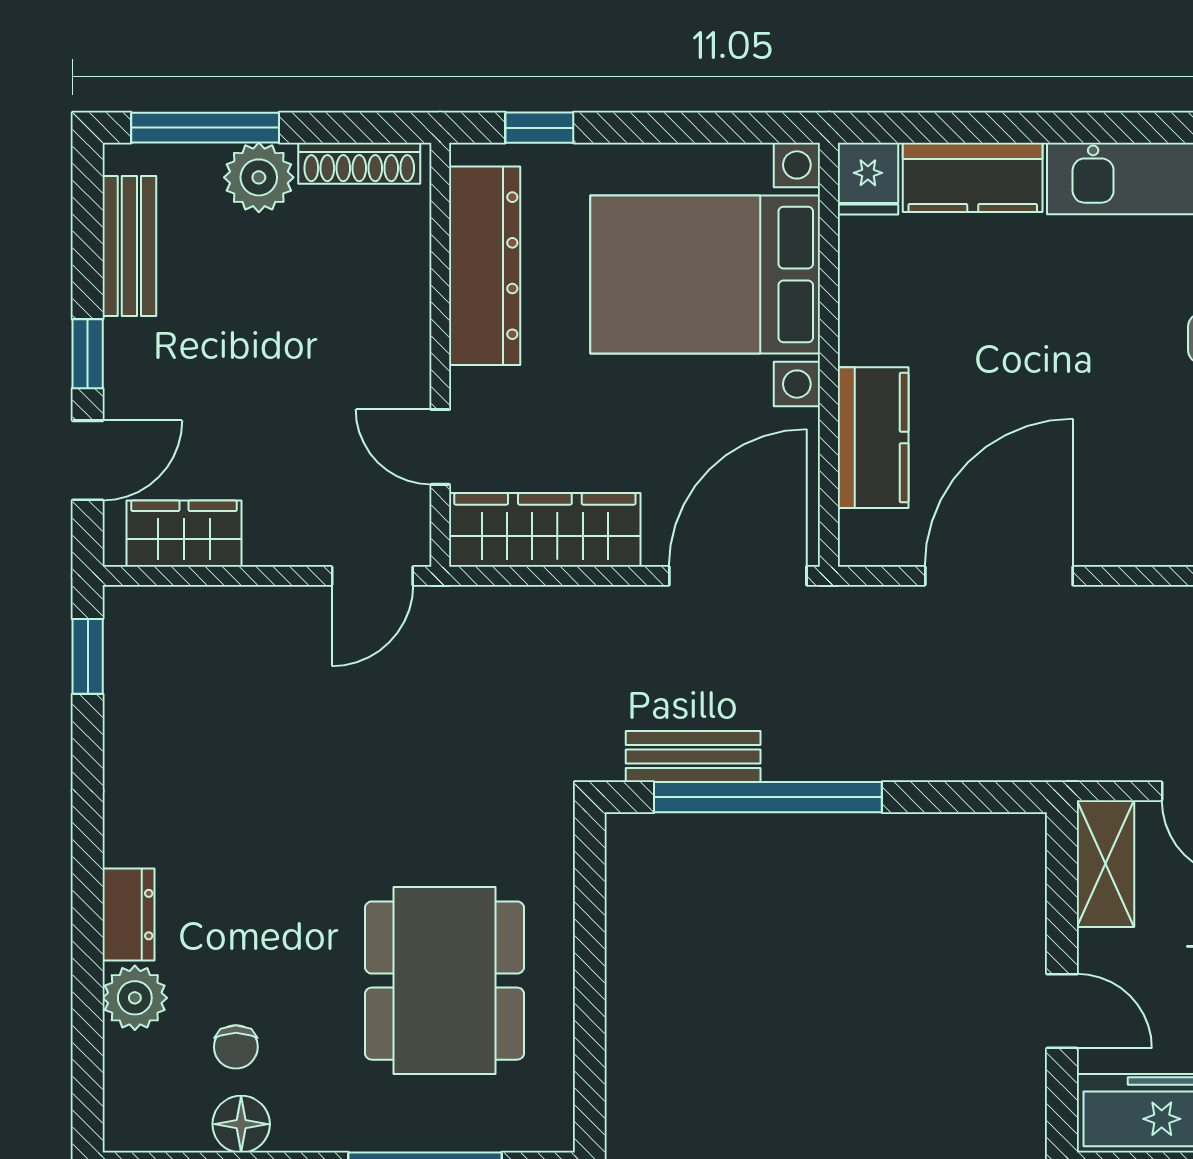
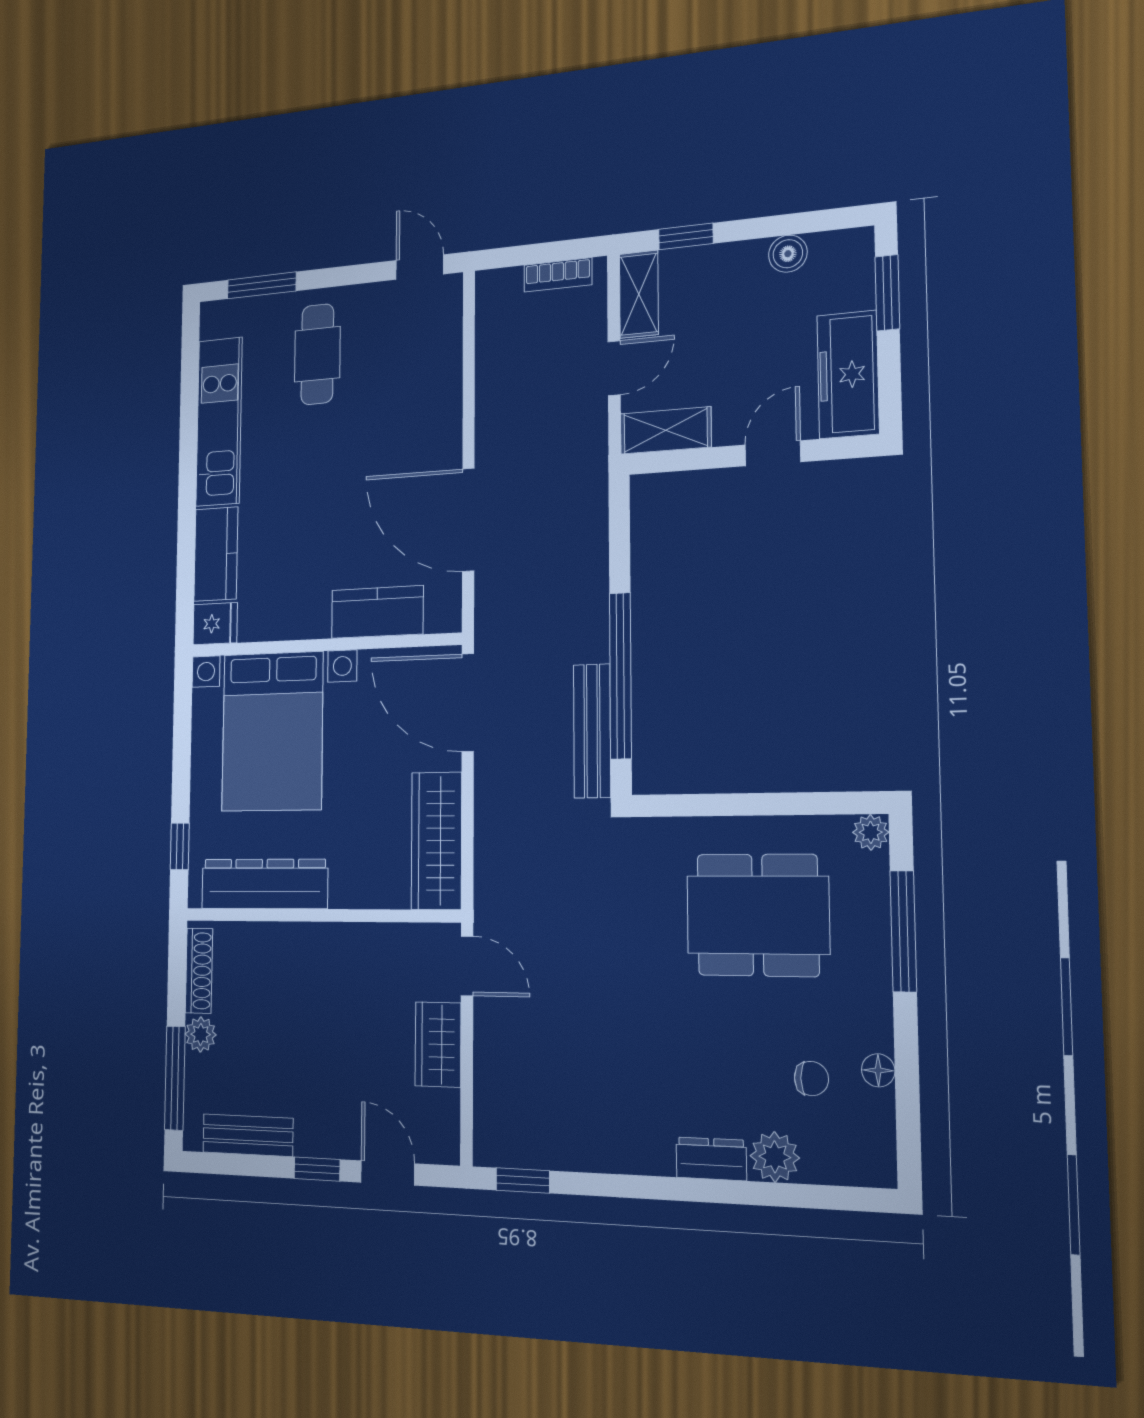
plant: (259, 177) -> (201, 1034), width x0.73, depth x0.73
door: (440, 447) -> (381, 916), removed
wardrobe: (184, 534) -> (438, 1044), moved
bench: (693, 756) -> (592, 731), width x1.36
floor lamp: (241, 1124) -> (878, 1070), width x0.73, depth x0.73
plant: (551, 1129) -> (871, 832), added

